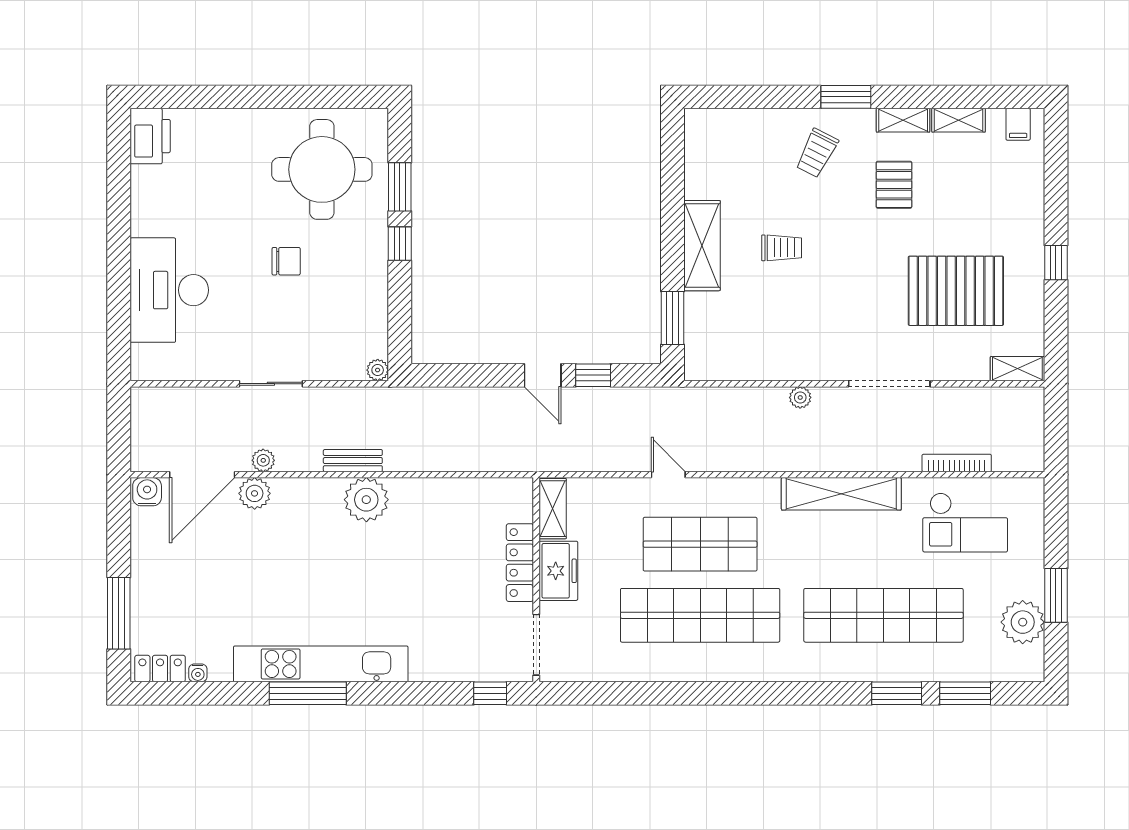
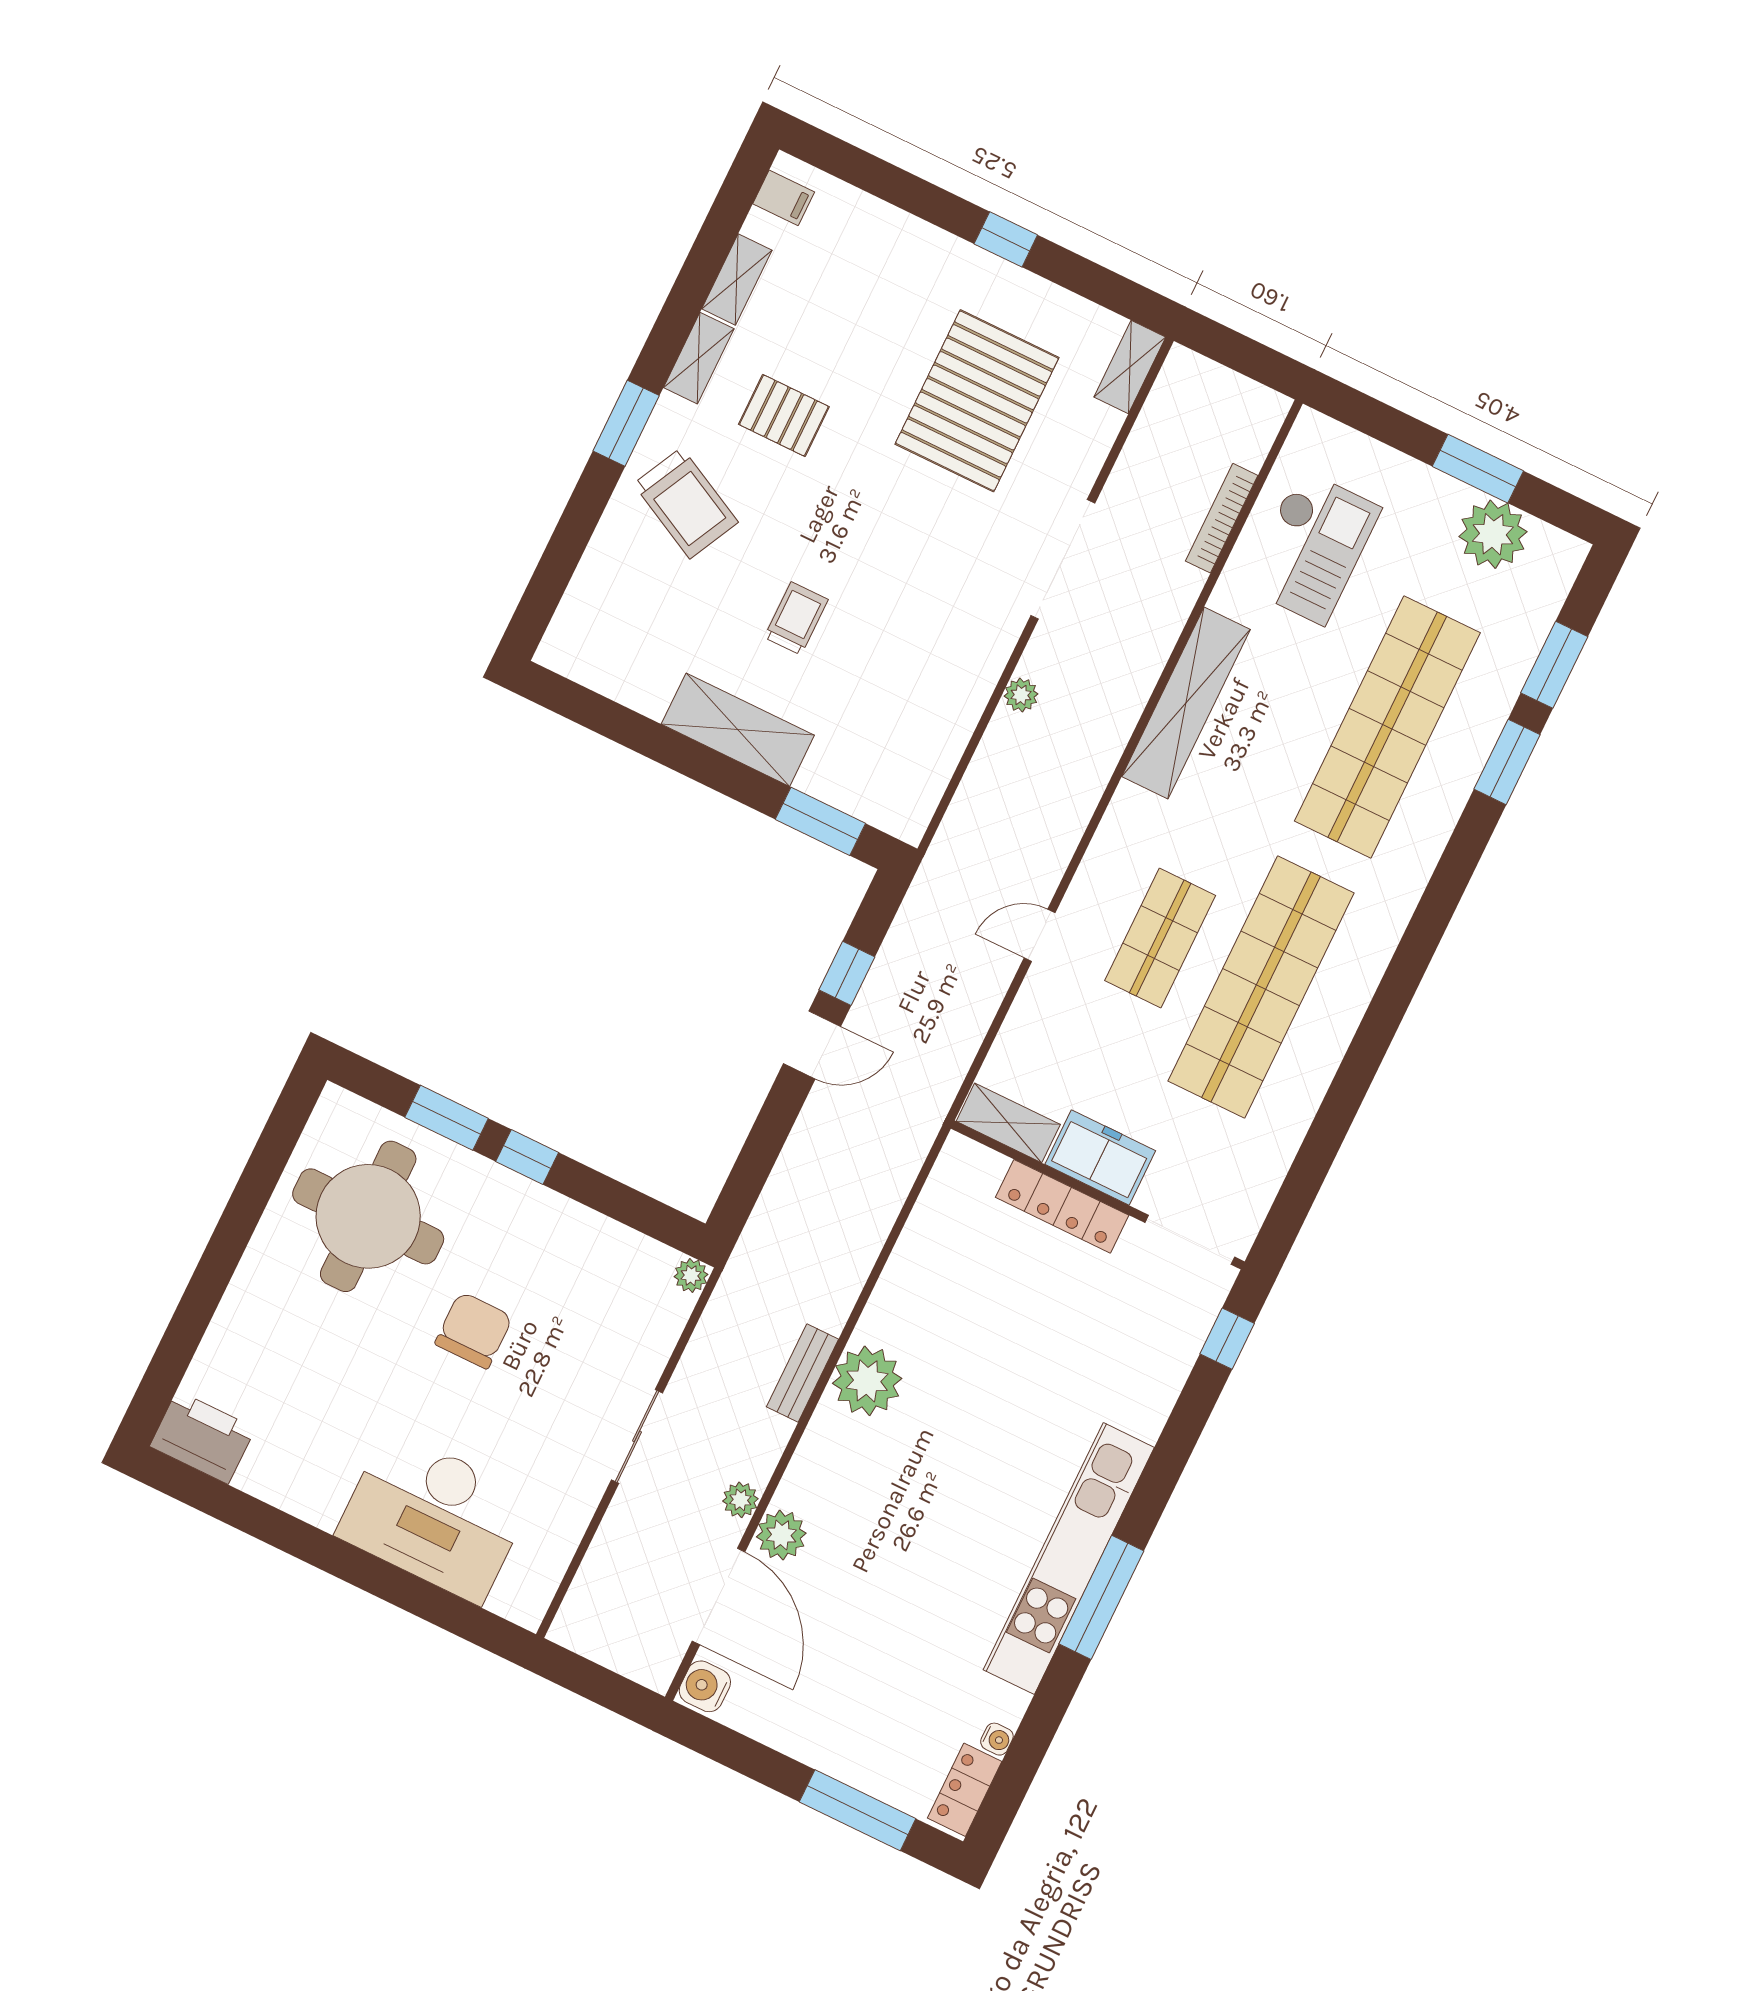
trolley: (817, 153) -> (686, 503), width x1.36, depth x1.39
chair: (286, 261) -> (474, 1330), width x1.37, depth x1.37
shop shelf: (700, 544) -> (1160, 938), width x0.70, depth x0.74

